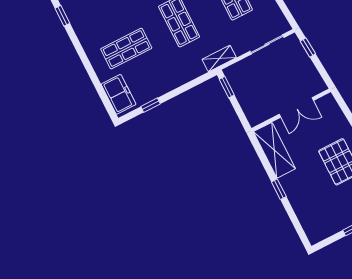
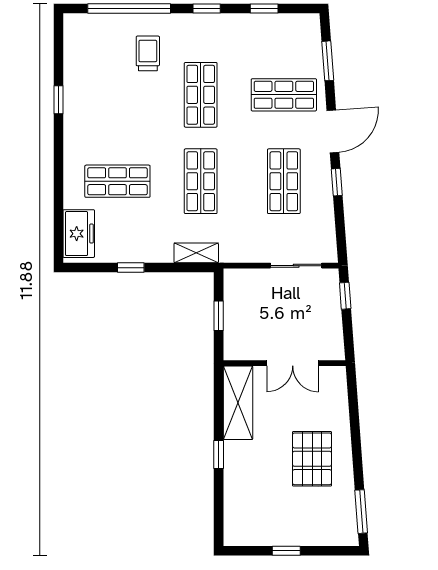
shelving: (219, 58) -> (196, 253), moved
window: (227, 87) -> (219, 316), moved
window: (150, 105) -> (131, 268), moved

